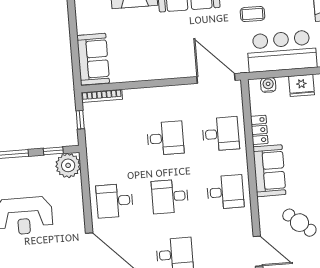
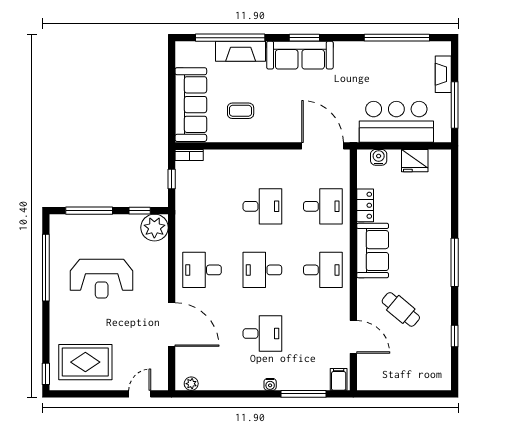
coffee table: (253, 14) -> (241, 111), moved
sofa: (93, 59) -> (191, 105), width x1.36
bookcase: (102, 96) -> (189, 155), width x0.64

